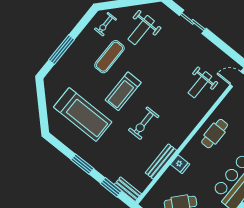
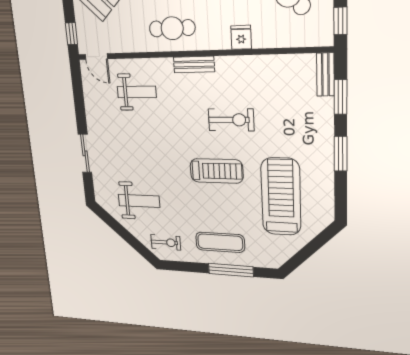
exercise mat: (109, 57) -> (220, 242), moved
bench: (161, 162) -> (194, 64), moved, width x0.73

